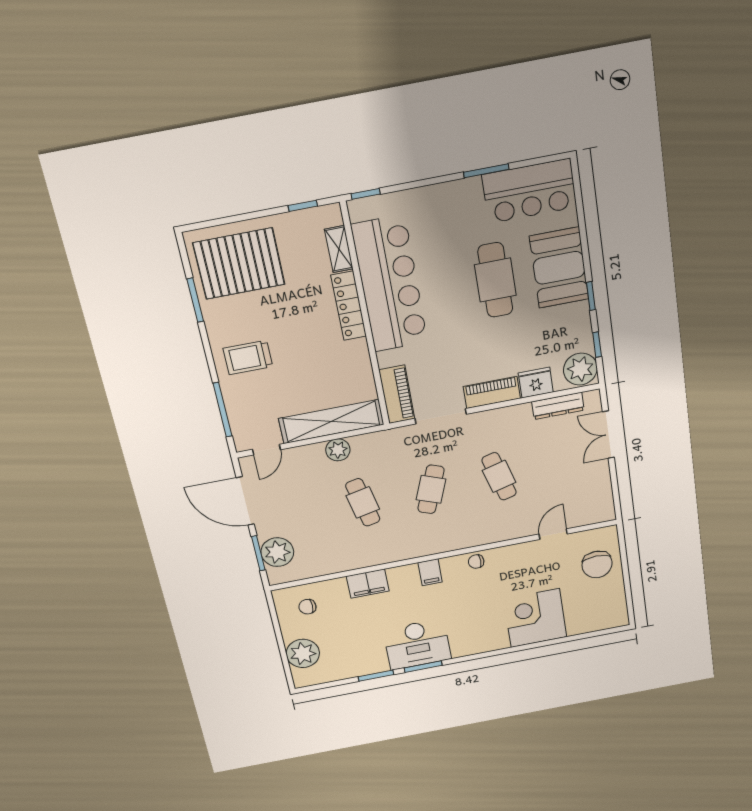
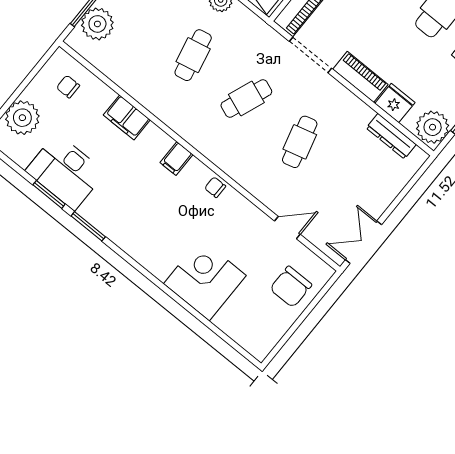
double door: (608, 435) -> (363, 242), moved
desk: (417, 644) -> (65, 172), moved

